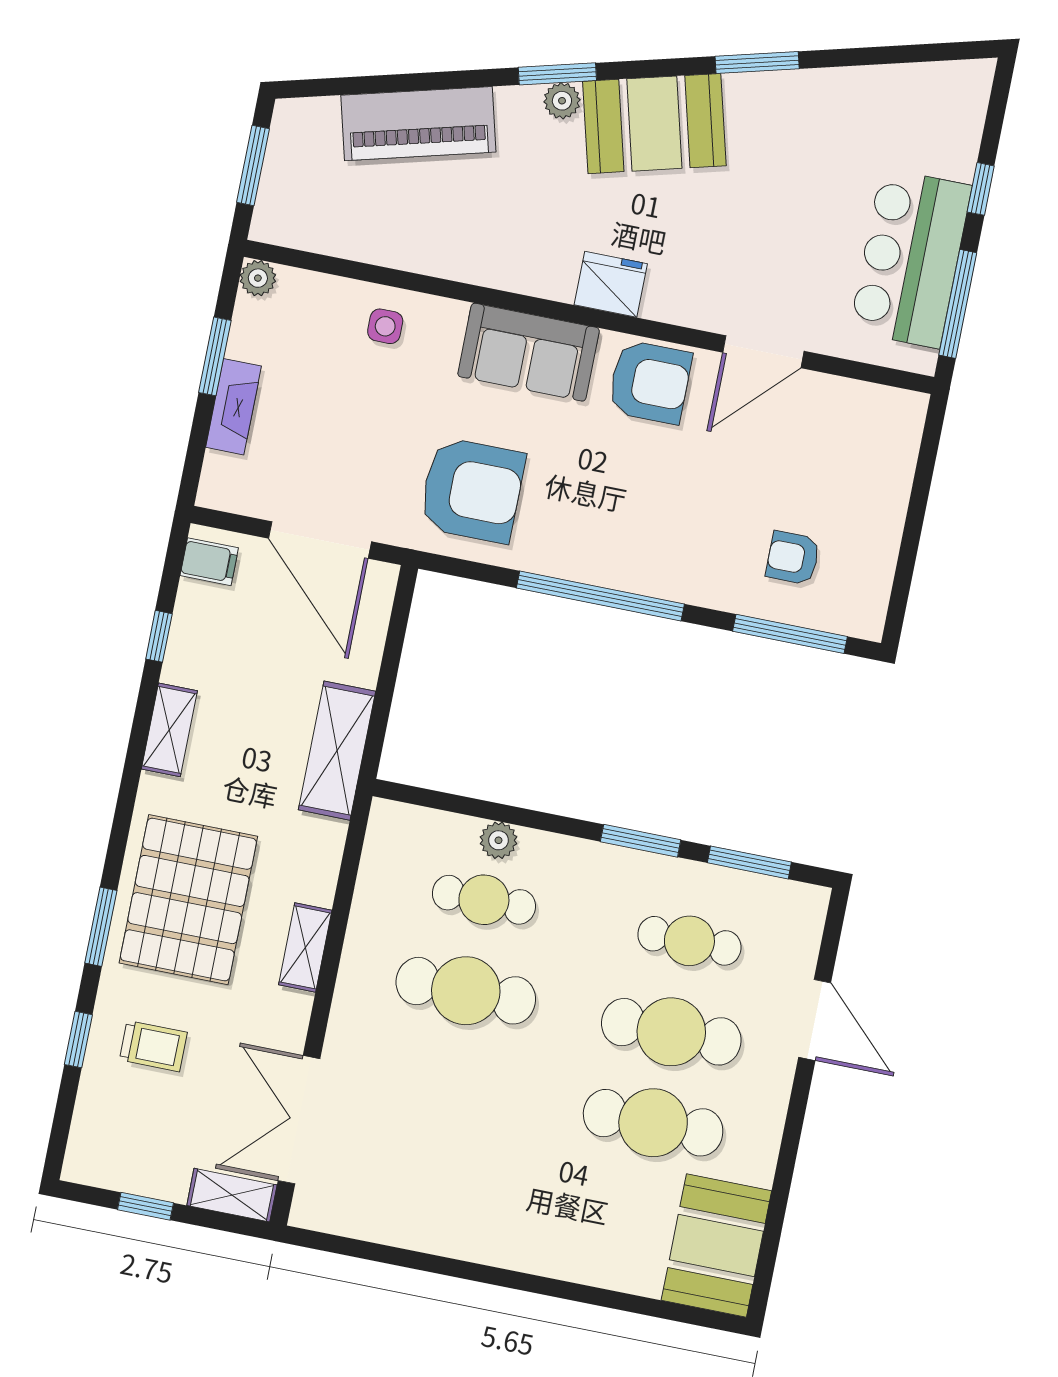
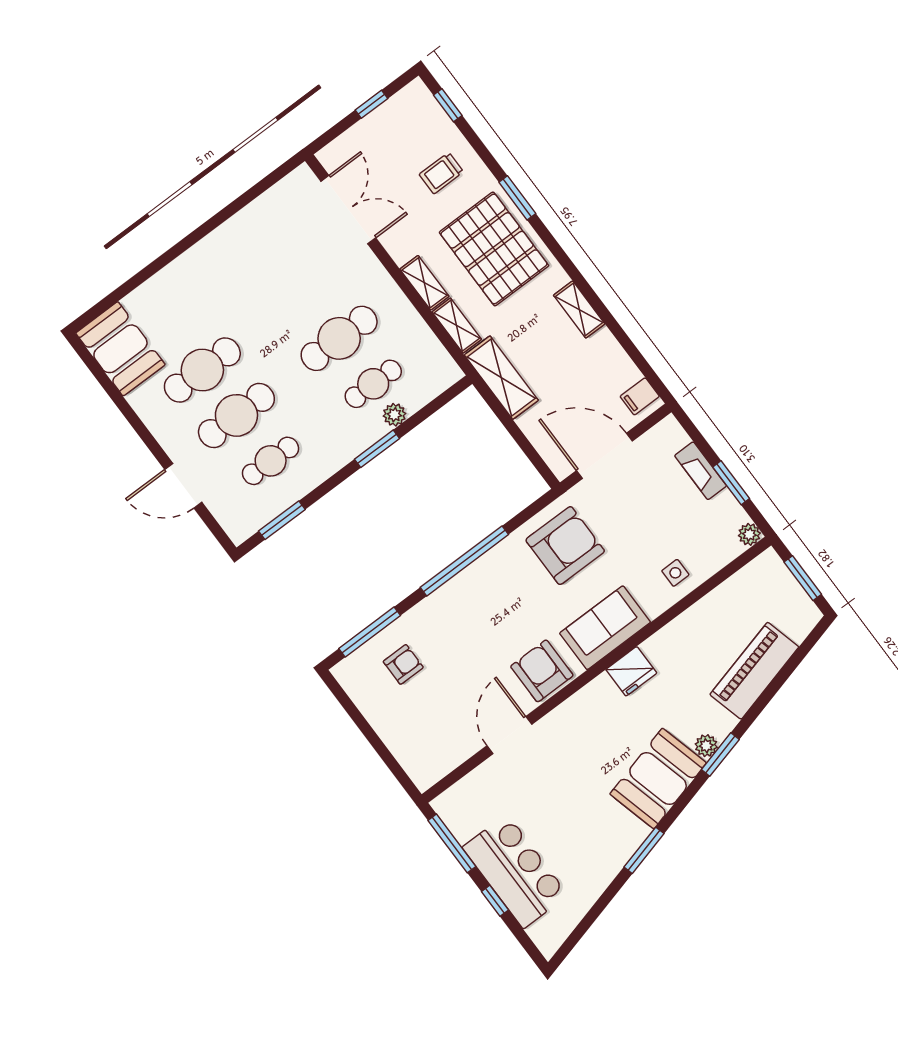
bar counter: (911, 258) -> (515, 871), moved
fridge: (611, 284) -> (631, 671), moved
armchair: (650, 382) -> (542, 671), turned 90
armchair: (472, 490) -> (565, 546), turned 180
window: (159, 636) -> (626, 343), removed
window: (641, 841) -> (377, 449), moved
window: (78, 1040) -> (448, 105), moved
shelving: (232, 1195) -> (457, 326), moved, turned 90

